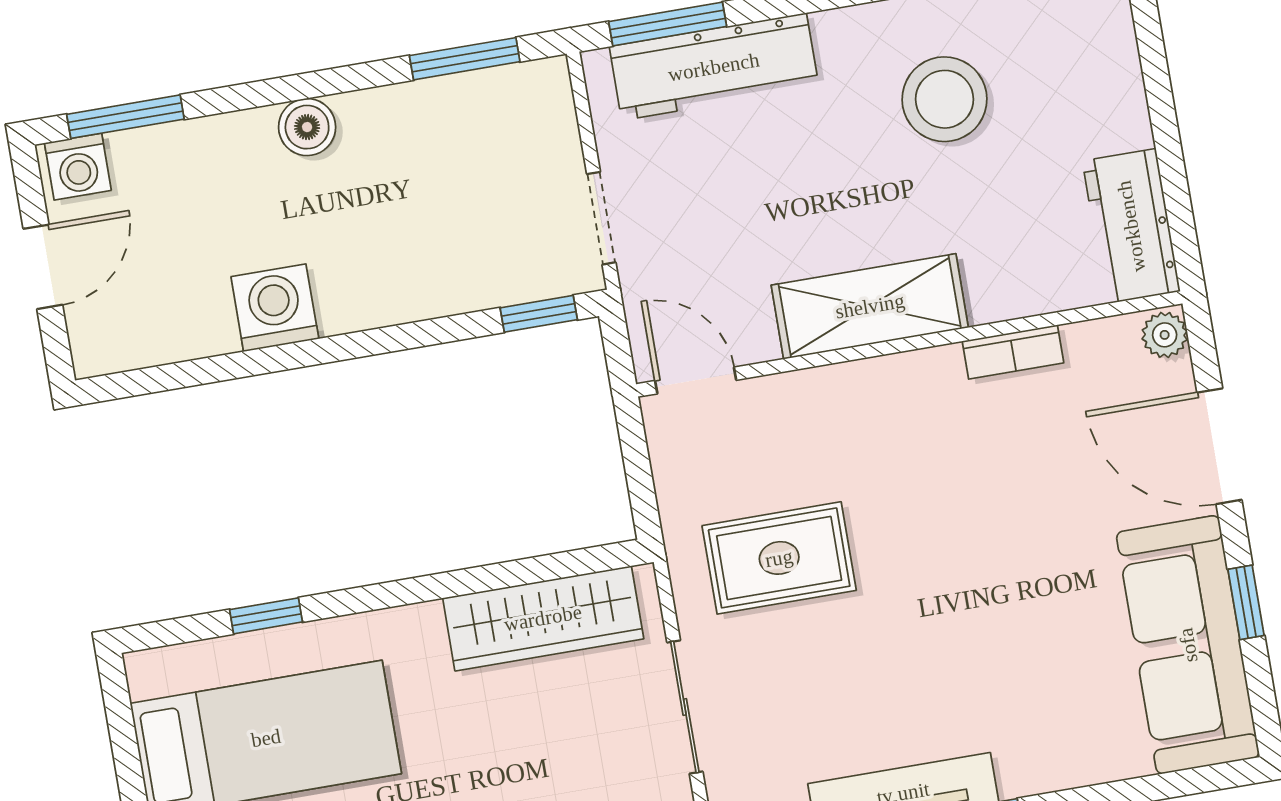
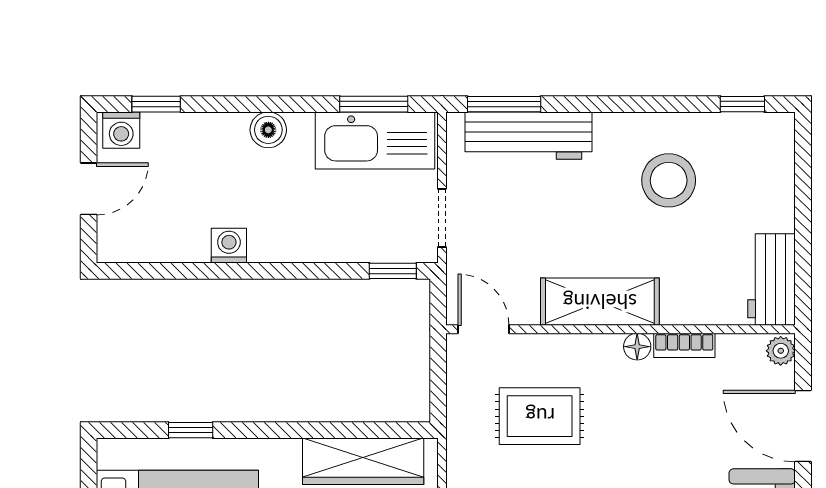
kitchen sink: (476, 115) -> (375, 140), added
window: (125, 117) -> (156, 104), width x0.67
washing machine: (275, 308) -> (229, 246), width x0.73, depth x0.73
floor lamp: (940, 367) -> (637, 347), added
rug: (779, 558) -> (540, 416), moved

